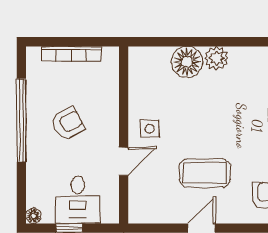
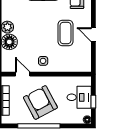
armchair: (67, 123) -> (40, 102), width x1.88, depth x1.88
door: (124, 161) -> (23, 74), moved

